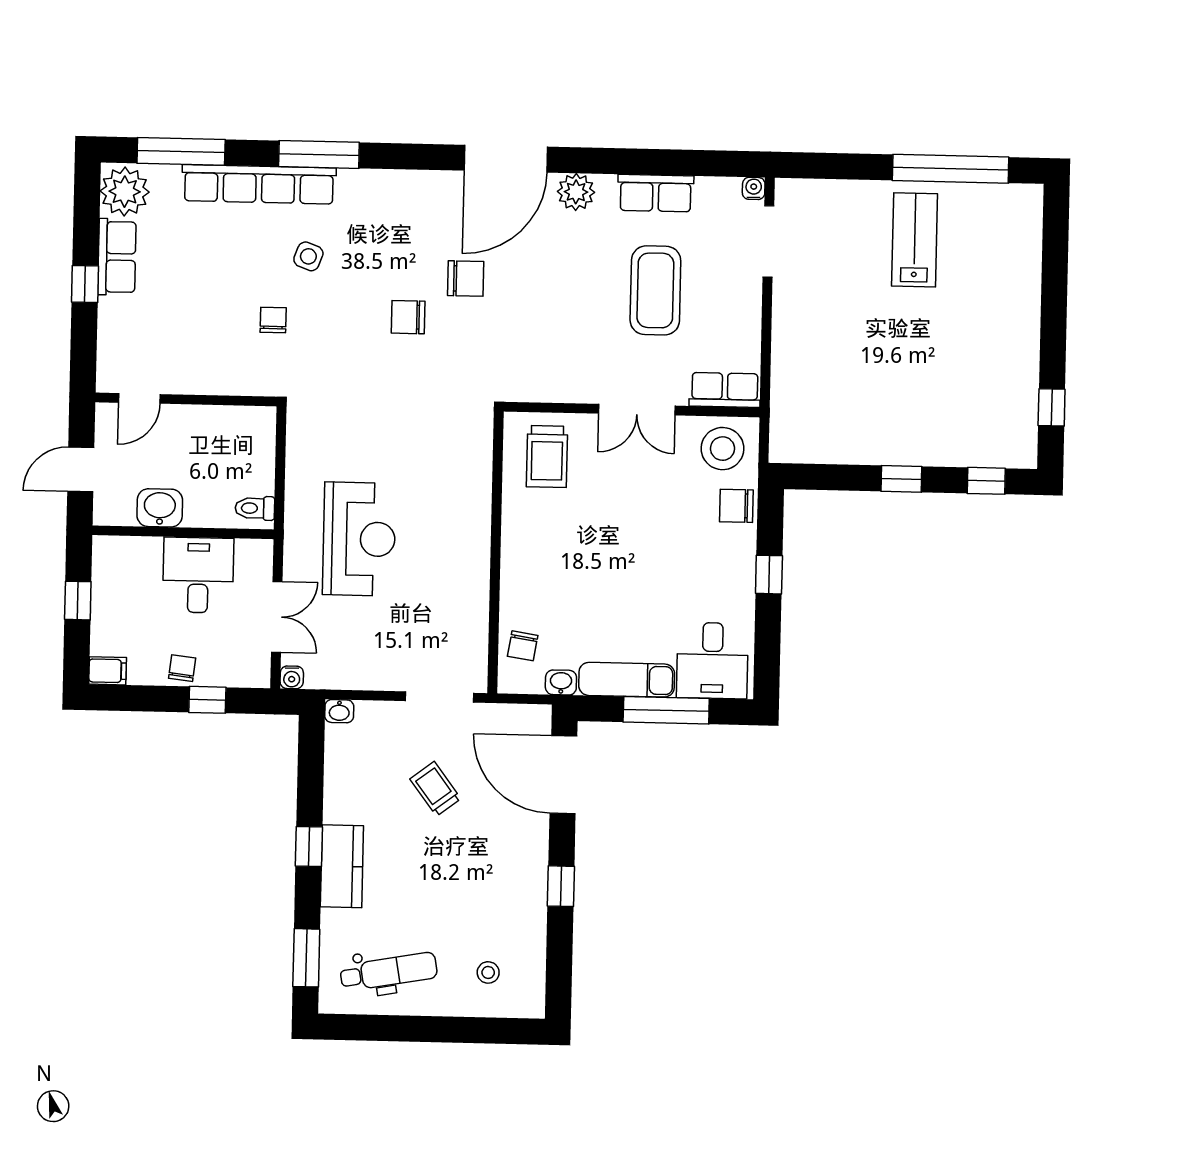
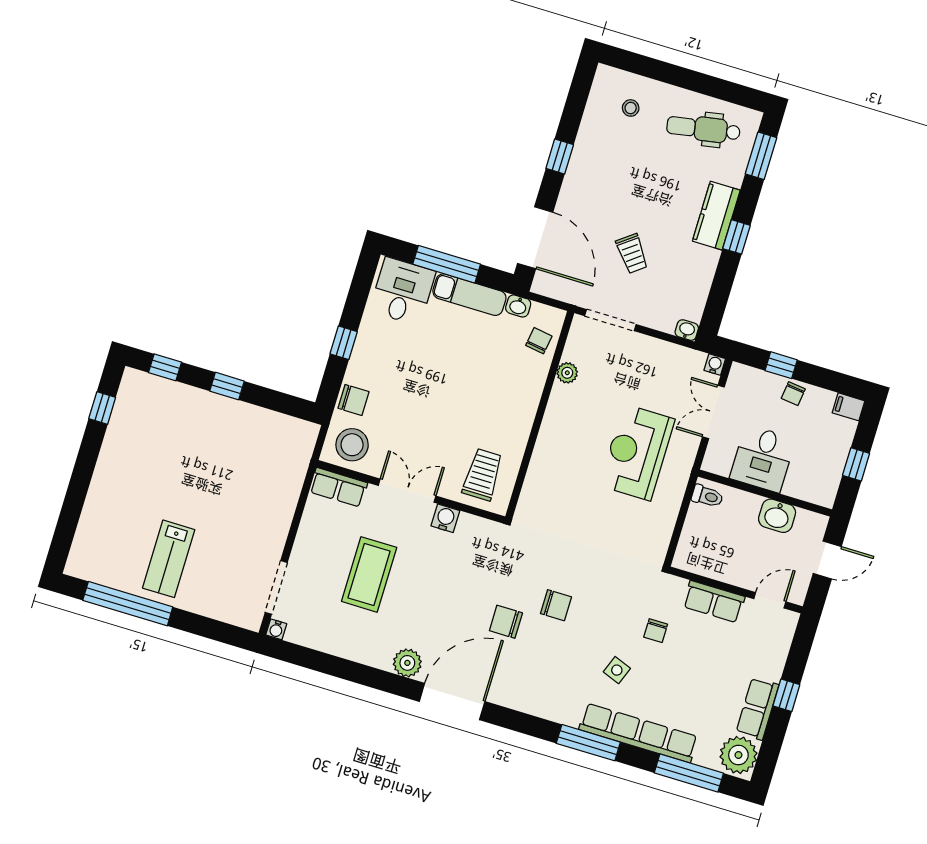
row of seats: (656, 193) -> (714, 602), moved, turned 180
water cooler: (579, 388) -> (445, 518), added
plant: (475, 615) -> (567, 373), added

